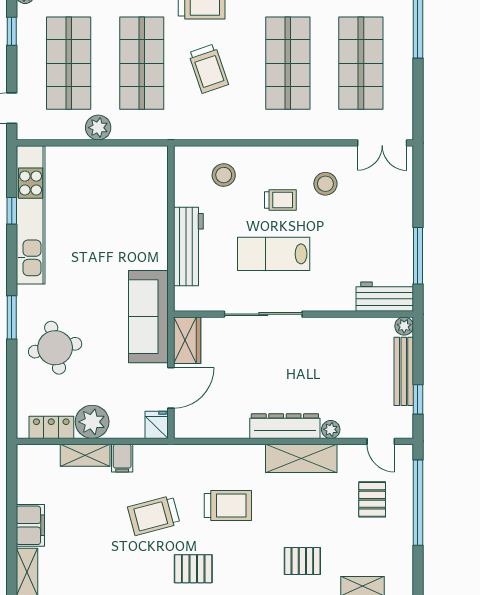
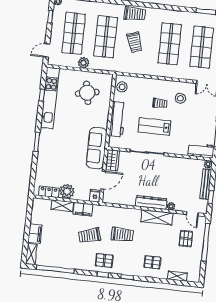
stool: (224, 175) -> (122, 87), moved
round table: (55, 348) -> (87, 93), moved
filing cabinet: (122, 458) -> (83, 209), width x2.00

